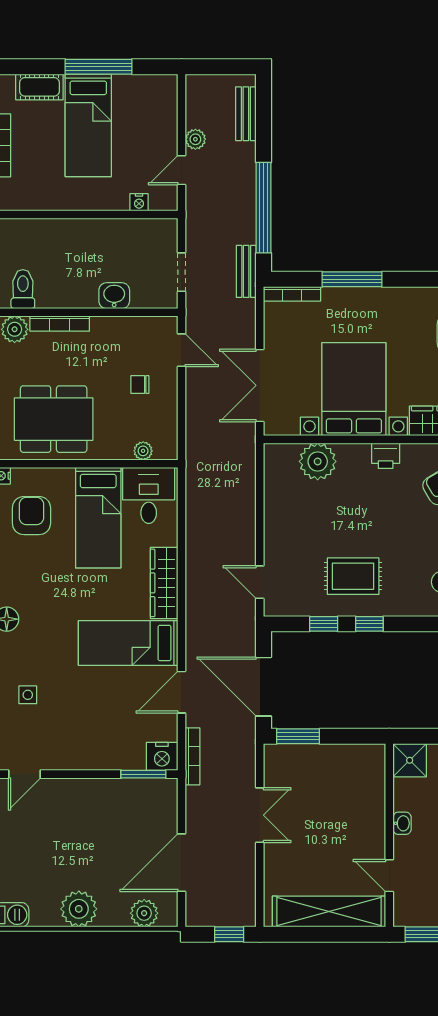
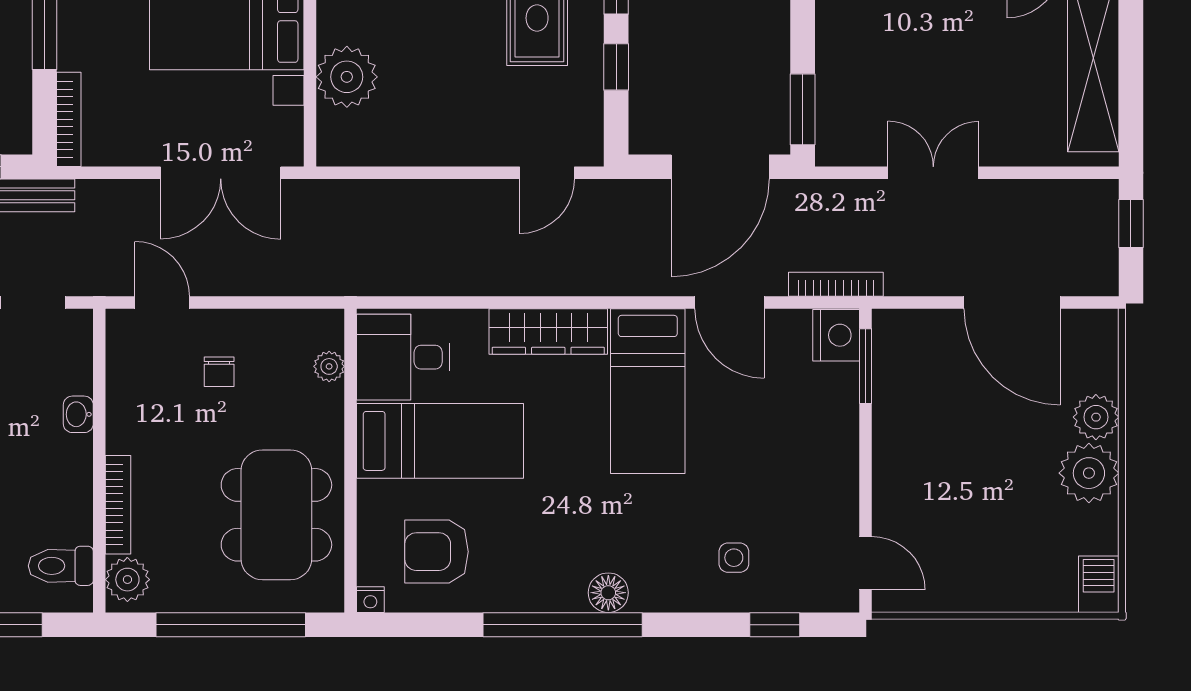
washbasin: (114, 296) -> (78, 414), width x0.72, depth x0.69
door: (182, 350) -> (162, 303), hinge flipped
plant: (144, 913) -> (1096, 417), moved

